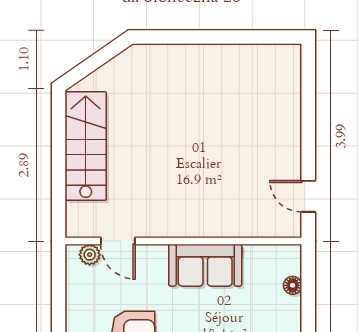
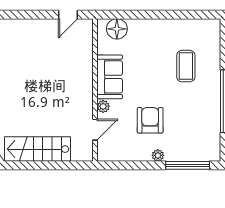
plant: (90, 255) -> (103, 106), moved
floor lamp: (293, 285) -> (117, 29), width x1.89, depth x1.89

